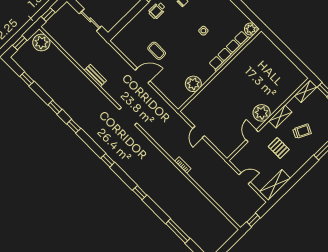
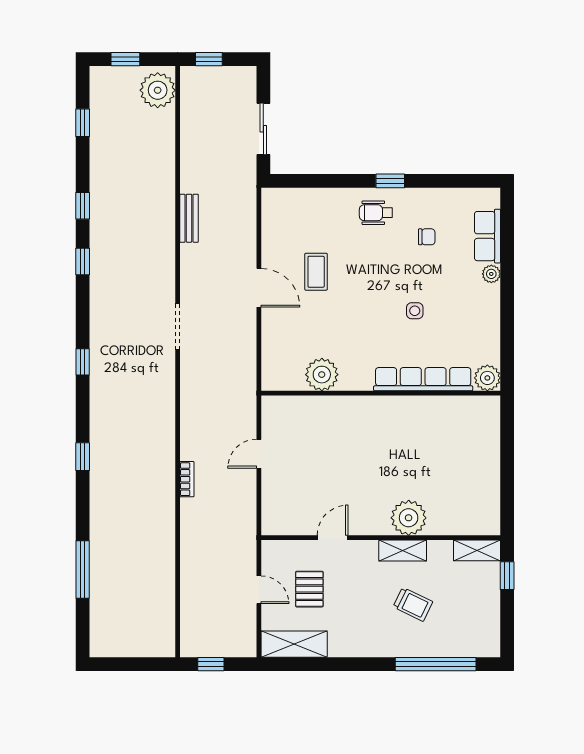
plant: (262, 113) -> (409, 518), moved
pallet: (279, 148) -> (309, 589), moved

